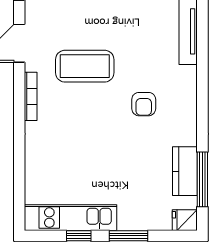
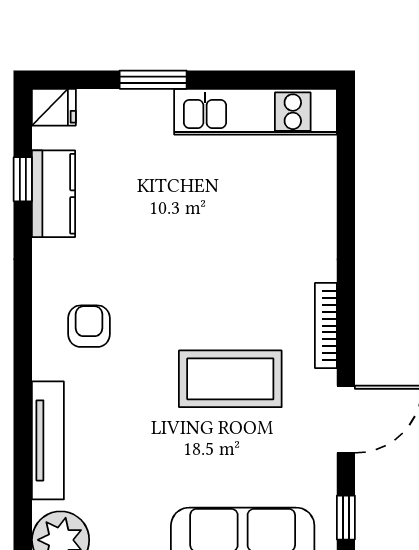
armchair: (144, 104) -> (89, 326), moved
window: (202, 179) -> (23, 179), width x0.46
window: (79, 236) -> (241, 80), removed

